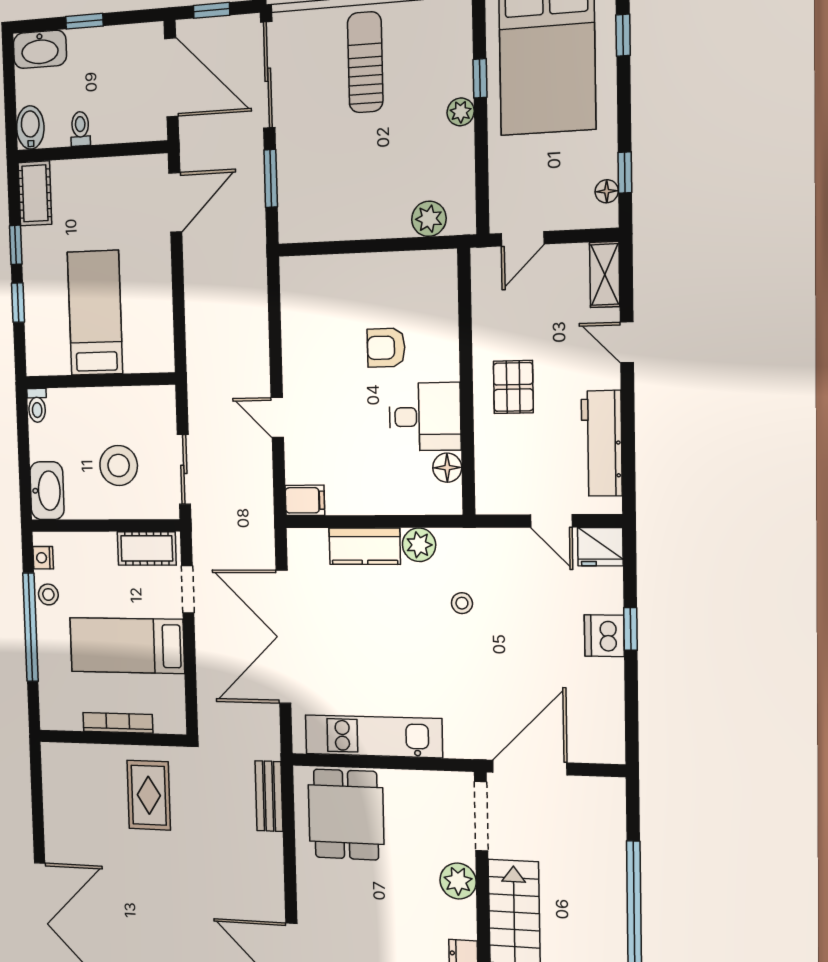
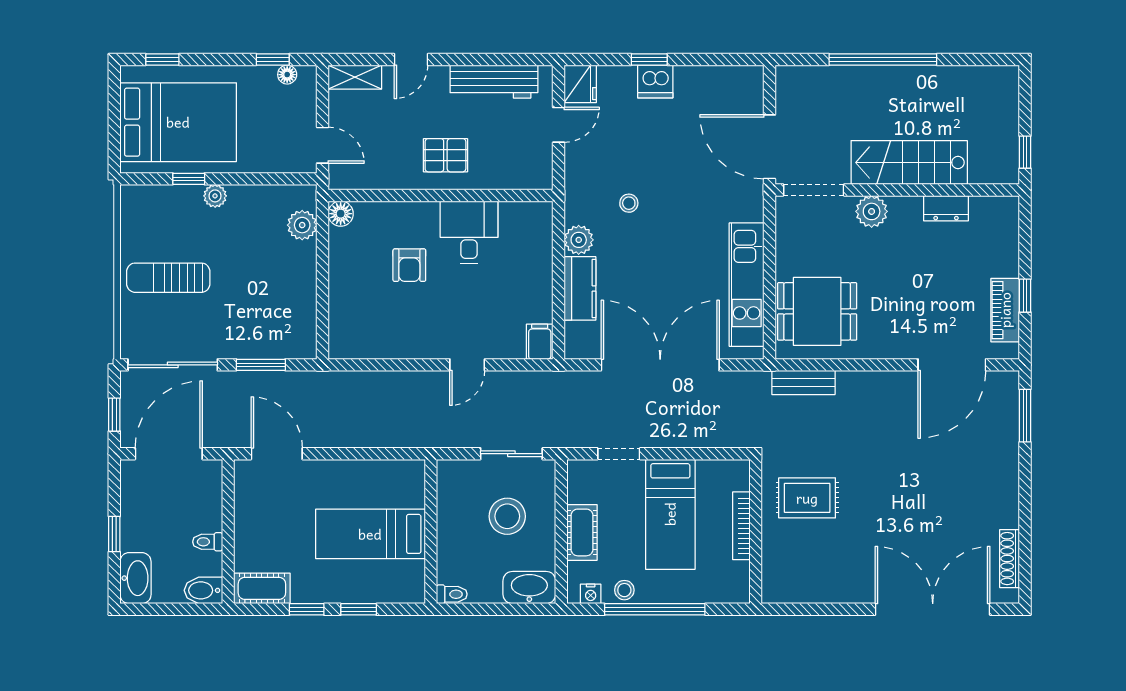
floor lamp: (447, 468) -> (341, 214), moved
cot: (147, 548) -> (582, 532), moved
double door: (283, 637) -> (660, 365), swing flipped

